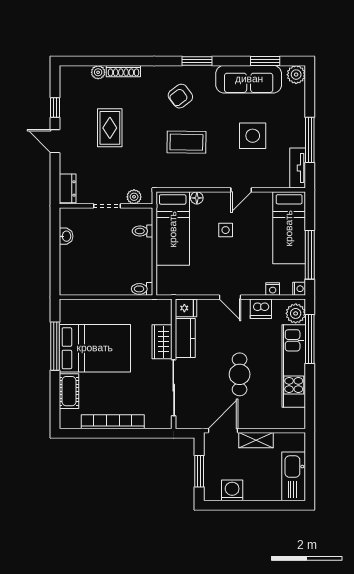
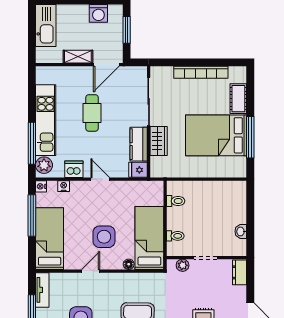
side table: (226, 230) -> (104, 237), width x1.87, depth x1.87
toilet: (142, 289) -> (176, 201), moved

